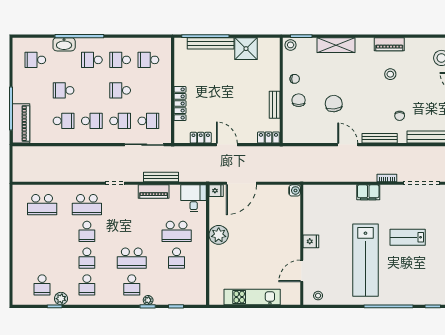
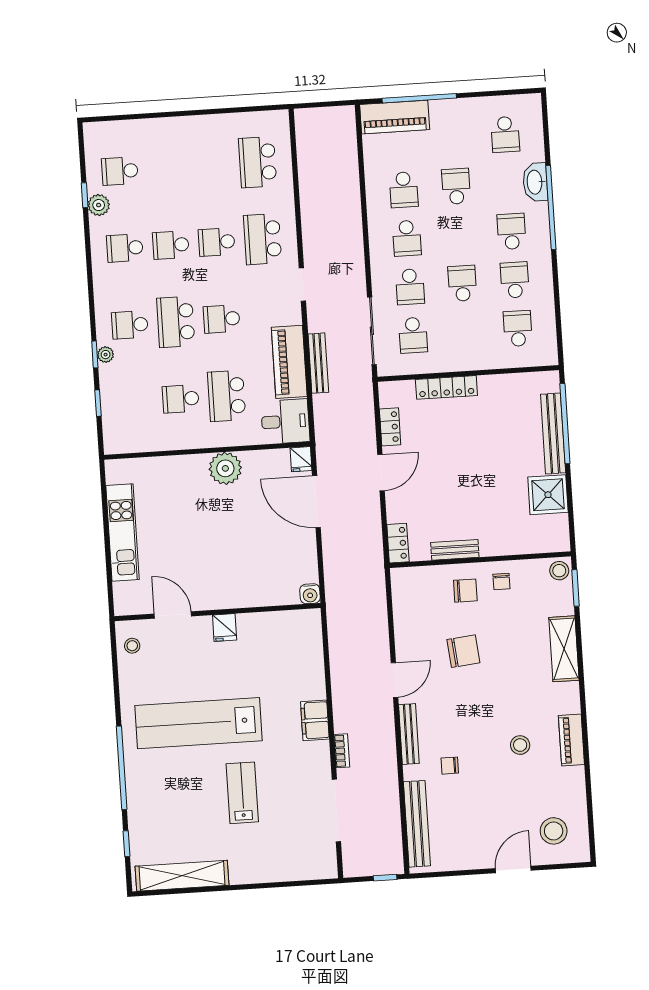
school desk: (35, 60) -> (505, 134), turned 180
piano: (154, 192) -> (289, 362), width x1.37, depth x1.33
school desk: (132, 231) -> (222, 319), added

